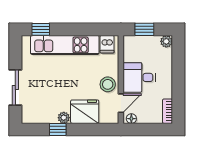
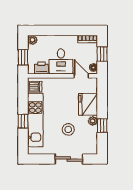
window: (41, 29) -> (23, 121), moved
printer: (131, 53) -> (41, 68), added
stool: (108, 84) -> (68, 129), moved
window: (149, 129) -> (102, 54), added

